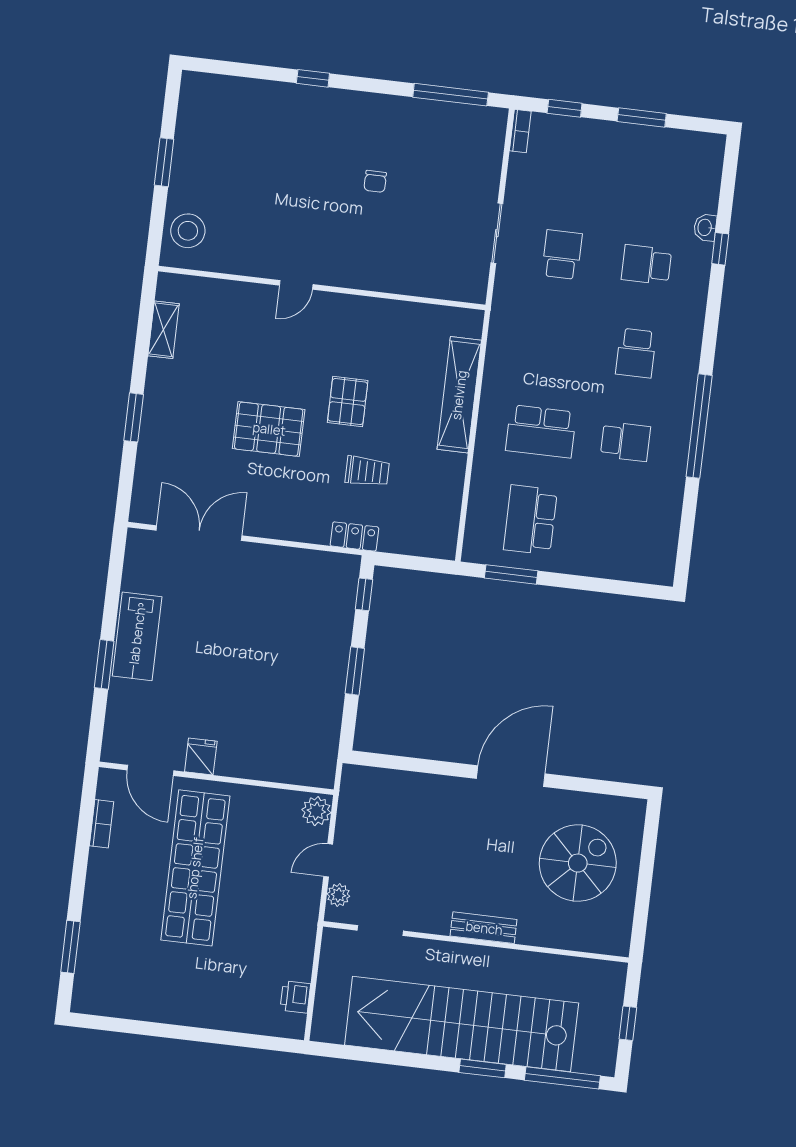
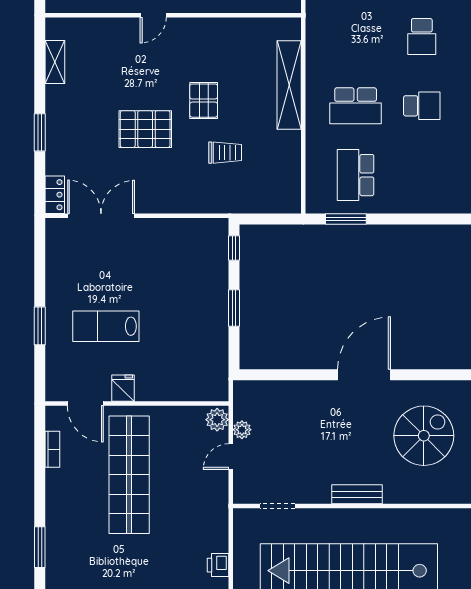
locker: (354, 536) -> (55, 195), moved, turned 90
lab bench: (137, 636) -> (106, 326), moved, turned 90
plant: (338, 895) -> (242, 430), moved

